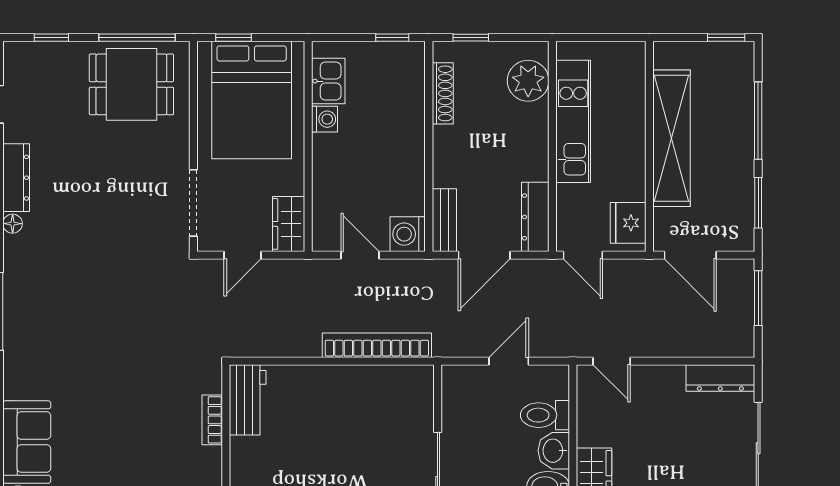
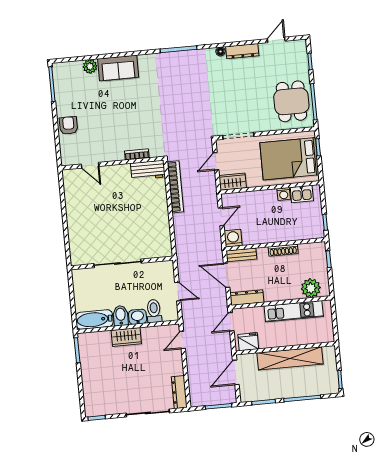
shoe rack: (443, 93) -> (283, 250), moved
door: (243, 255) -> (216, 161), hinge flipped
bookcase: (377, 345) -> (175, 187), moved

